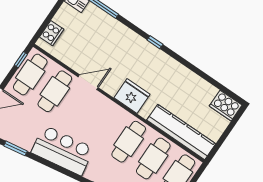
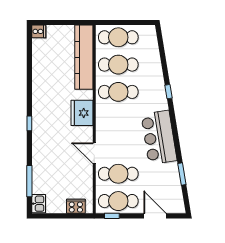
cooker: (226, 106) -> (39, 31), width x0.53, depth x0.76

